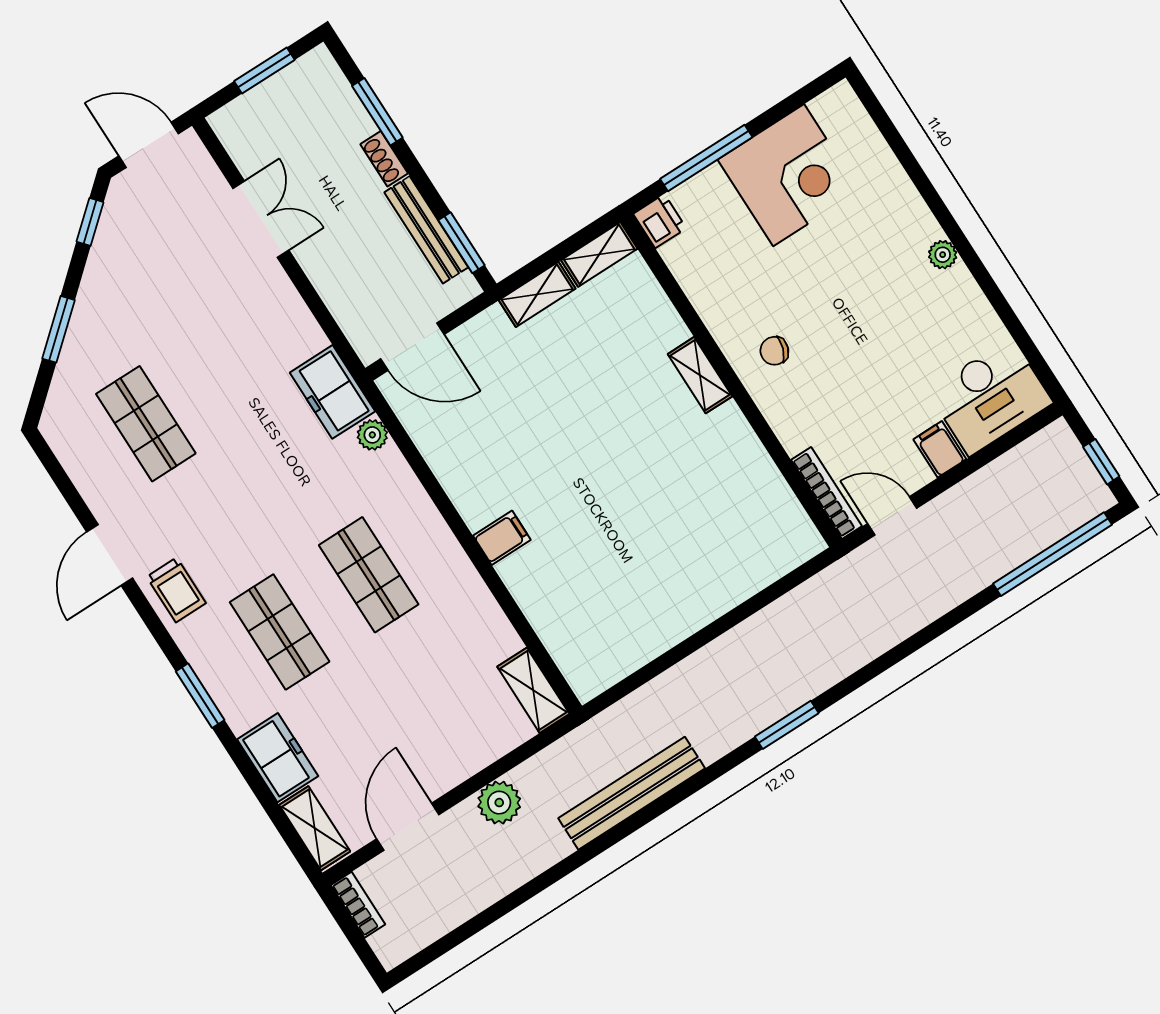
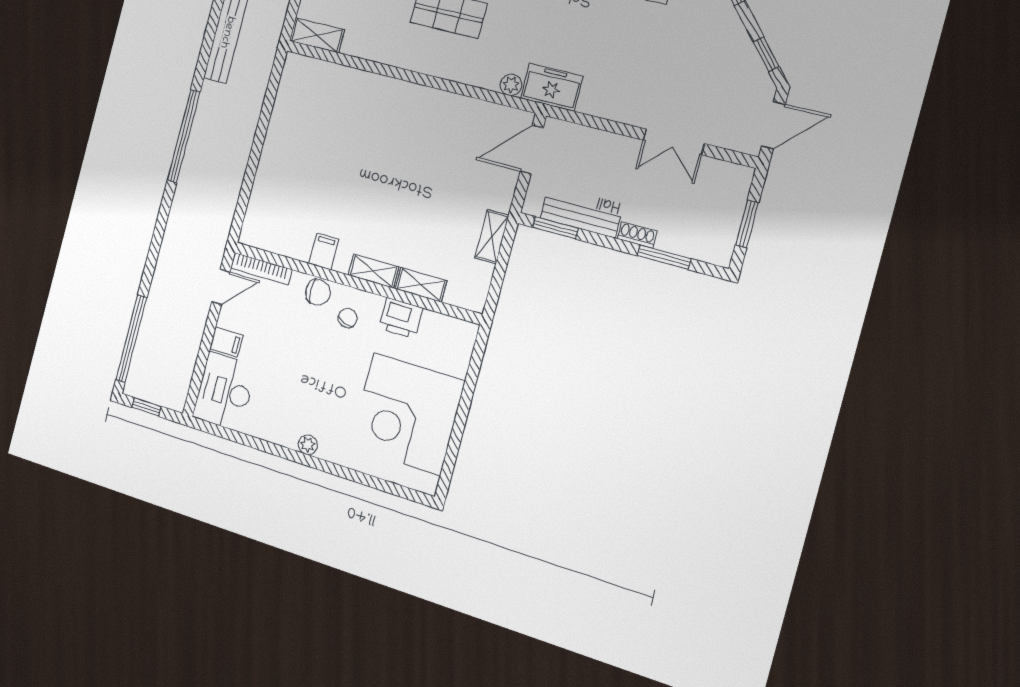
window: (706, 158) -> (469, 389), removed
corner desk: (789, 175) -> (407, 414), width x1.36, depth x1.36
printer: (660, 221) -> (401, 318), moved, width x1.36, depth x1.24
shelving: (599, 254) -> (421, 285), moved, turned 90
chair: (784, 409) -> (318, 292), added
filing cabinet: (502, 538) -> (324, 251), moved, turned 180
window: (787, 725) -> (184, 136), width x2.11

